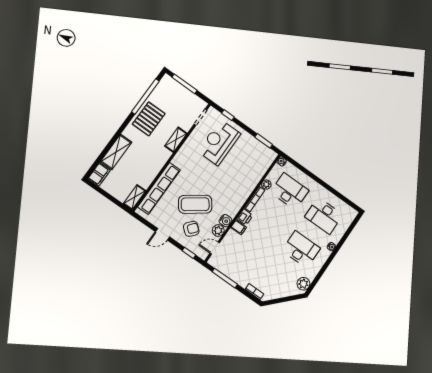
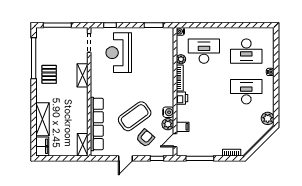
pallet: (149, 119) -> (49, 74), width x0.67, depth x0.71
filing cabinet: (239, 227) -> (183, 127), moved

